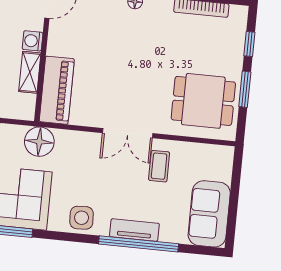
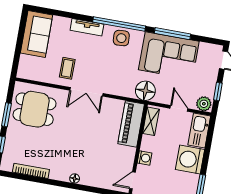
shelving: (30, 72) -> (151, 121), moved
double door: (128, 133) -> (86, 92), swing flipped
window: (139, 244) -> (119, 24), moved

